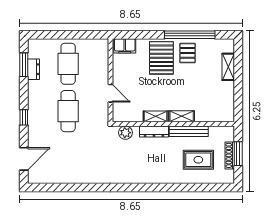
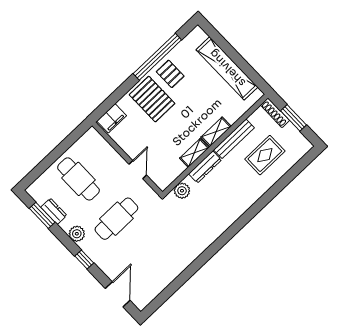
shelving: (228, 67) -> (227, 68), width x2.20, depth x1.33
door: (110, 93) -> (138, 170), hinge flipped
plant: (34, 97) -> (77, 234), added
cafe table: (68, 111) -> (116, 219), turned 90
shoe rack: (230, 155) -> (275, 113), moved

